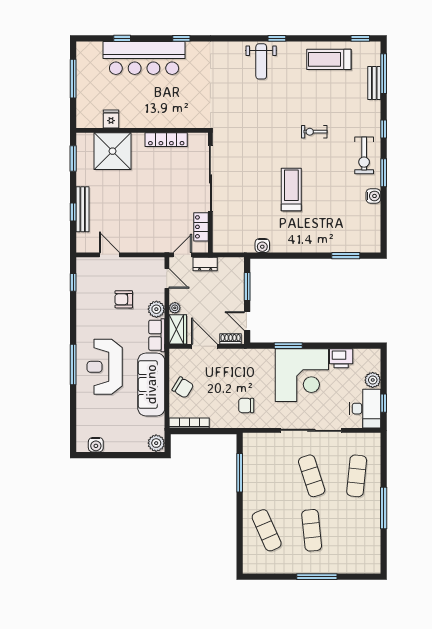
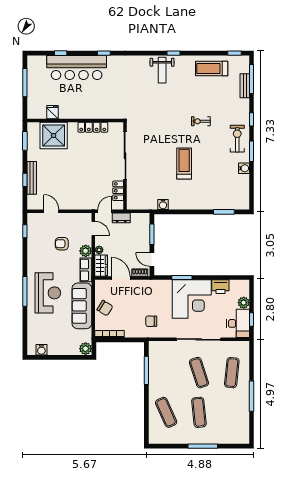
exercise bike: (364, 155) -> (237, 139), turned 180
reception desk: (105, 367) -> (48, 293), turned 180

